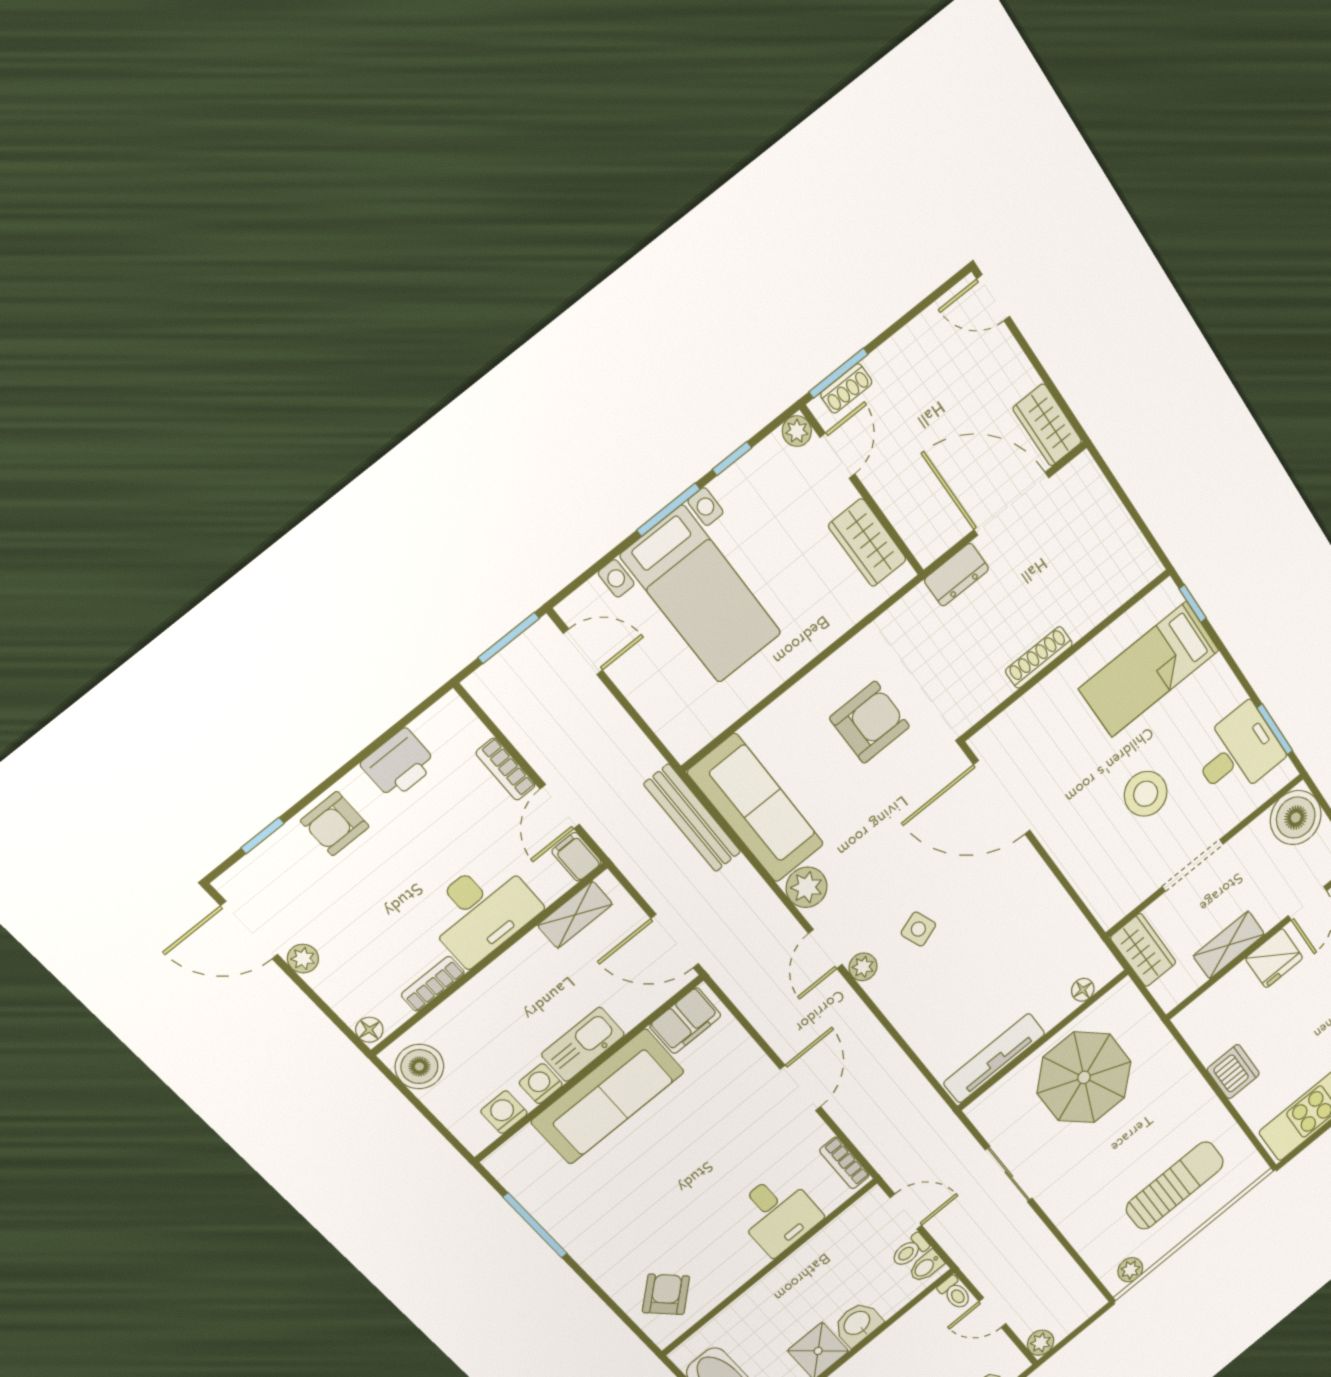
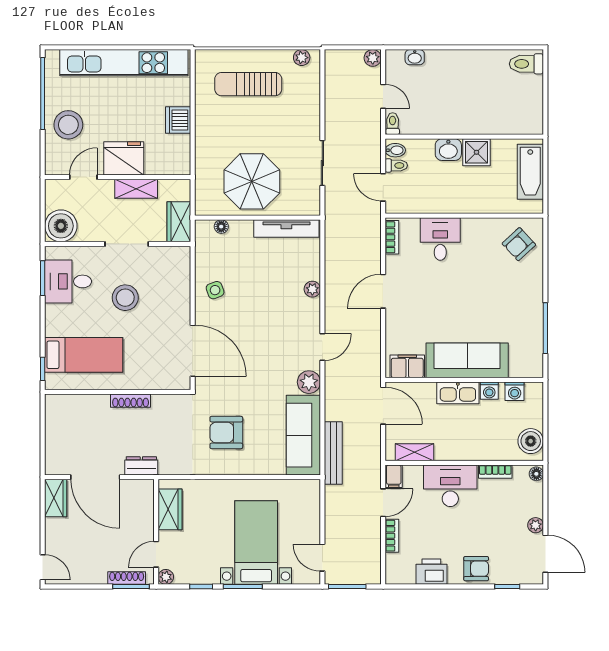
shoe rack: (846, 388) -> (127, 578), width x1.43
side table: (918, 929) -> (215, 290), moved
fridge: (1274, 958) -> (124, 158), width x1.36, depth x1.34
plant: (863, 967) -> (312, 289), moved

